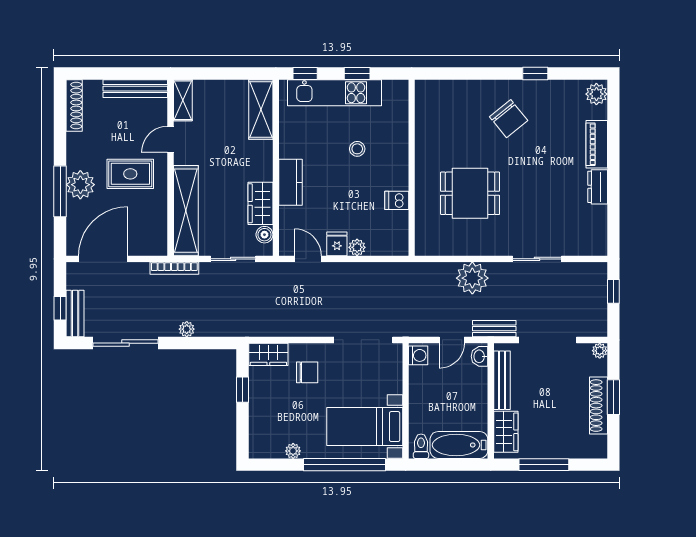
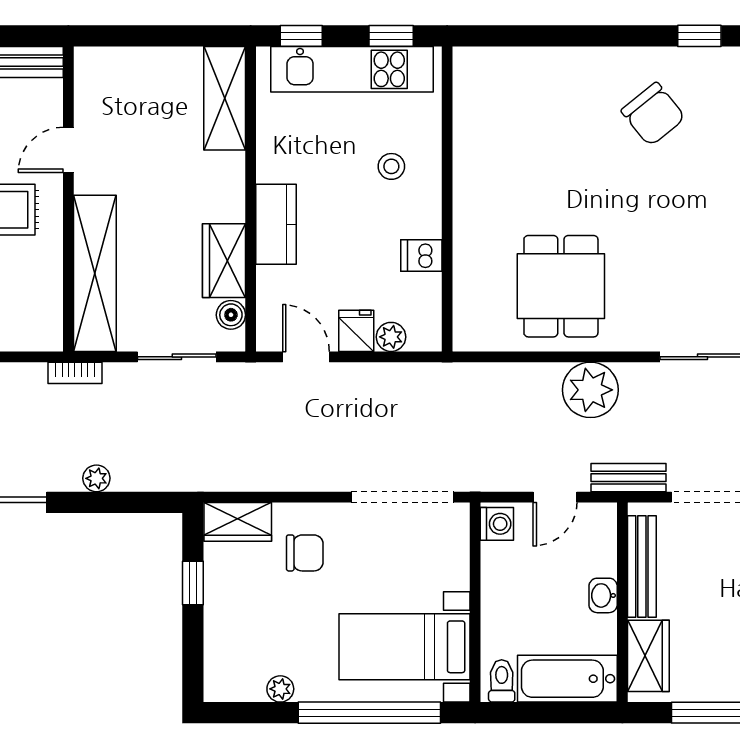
shelving: (183, 100) -> (90, 82), removed
wall: (412, 168) -> (447, 199), moved
dining table: (470, 193) -> (561, 286), moved, turned 90
dishwasher: (397, 200) -> (421, 255), moved
bookcase: (174, 268) -> (75, 373), width x0.64
washbasin: (480, 356) -> (603, 595), moved

